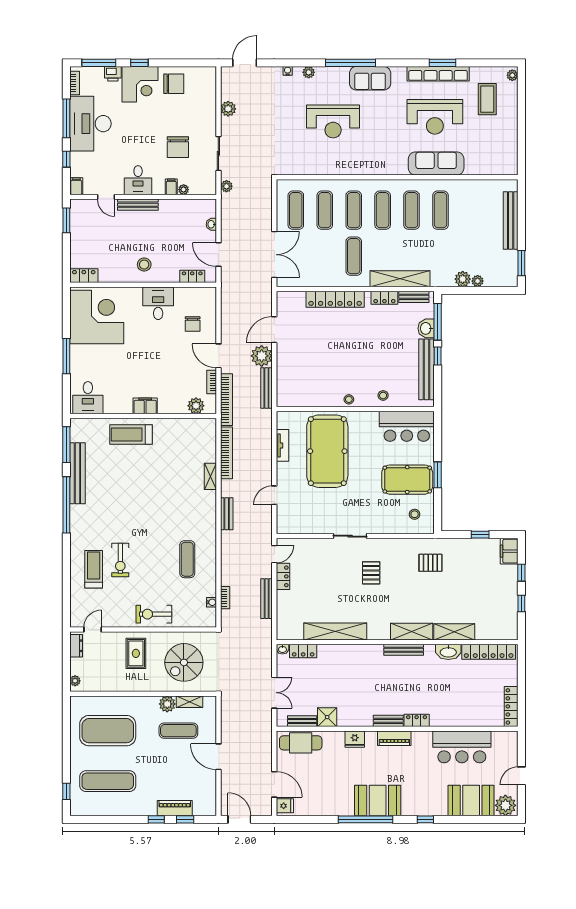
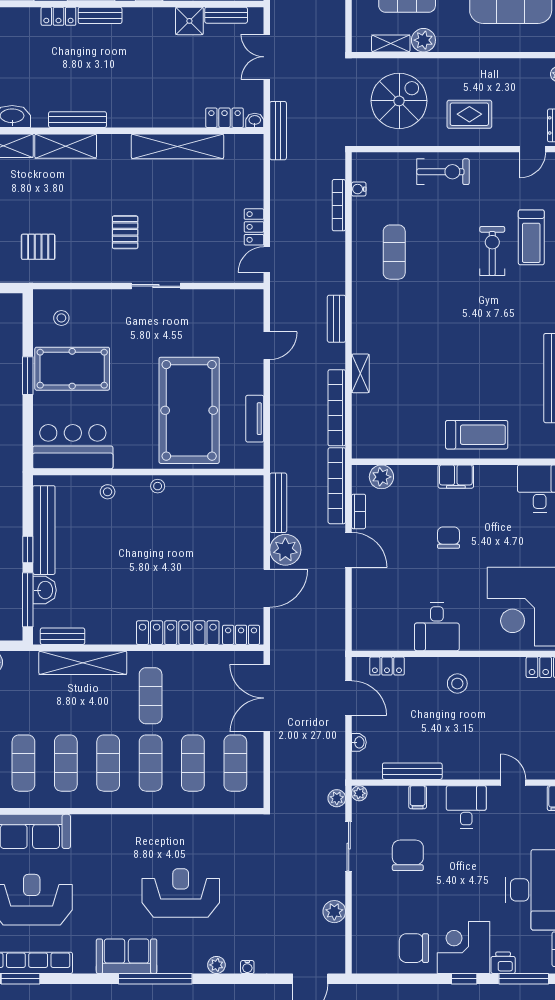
plant: (184, 190) -> (359, 793), moved
bench: (138, 205) -> (412, 771), moved
locker: (384, 298) -> (241, 635), moved
chair: (193, 324) -> (448, 538), moved
bookcase: (225, 598) -> (339, 205), width x1.56
bench: (267, 599) -> (278, 131), moved
rug: (136, 653) -> (469, 114), turned 90

